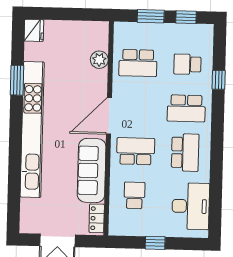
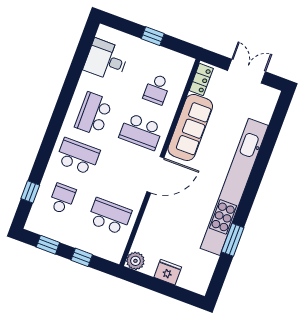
window: (151, 16) -> (82, 257), width x0.67
fridge: (34, 30) -> (168, 272), moved, turned 90
plant: (99, 60) -> (135, 261), moved
school desk: (187, 64) -> (62, 199), turned -90
window: (219, 80) -> (30, 192), moved
desk: (191, 206) -> (106, 60), width x0.73

